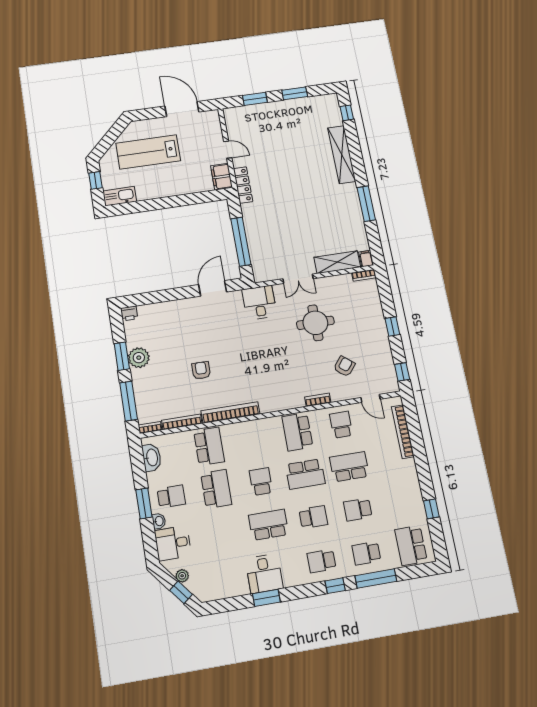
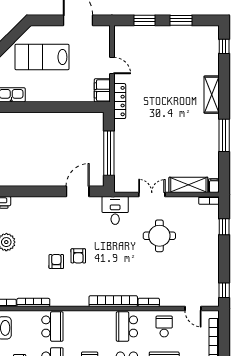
shelving: (342, 155) -> (212, 95), width x0.68
double door: (298, 279) -> (152, 194), swing flipped
window: (392, 327) -> (224, 227), moved
armchair: (344, 366) -> (78, 256), moved, turned 141
bookcase: (230, 412) -> (113, 301), moved

